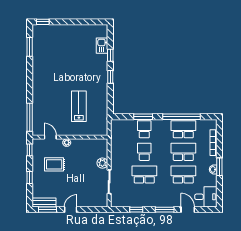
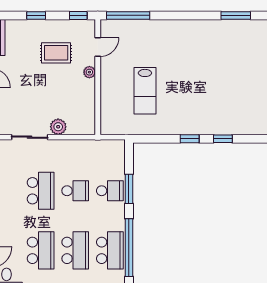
kitchen sink: (102, 46) -> (238, 126), removed
lab bench: (79, 106) -> (145, 91), turned 90
rug: (54, 164) -> (56, 53), turned 90

